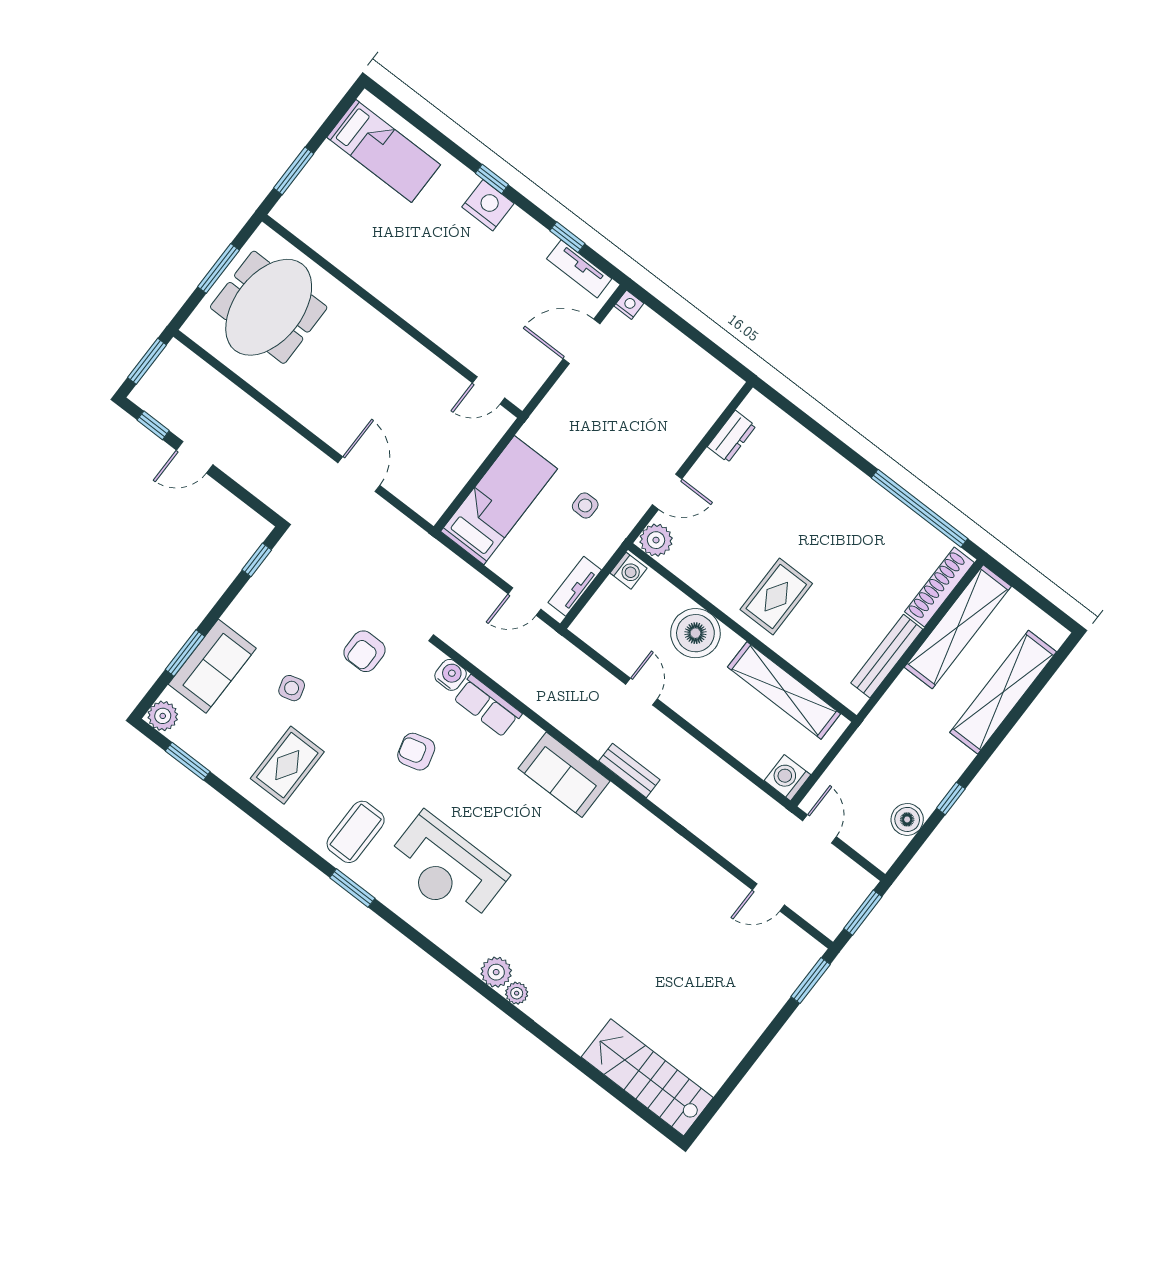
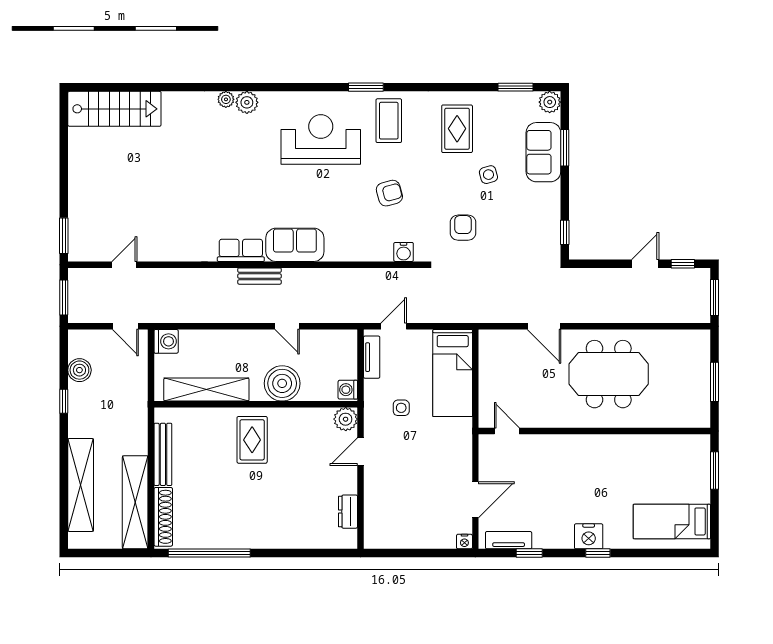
meeting table: (269, 307) -> (609, 374), moved, turned 90
door: (489, 390) -> (507, 431), hinge flipped
row of seats: (487, 706) -> (241, 250), moved

